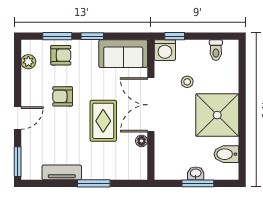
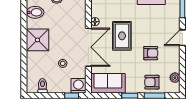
shower: (217, 115) -> (37, 40), width x0.73, depth x0.73

